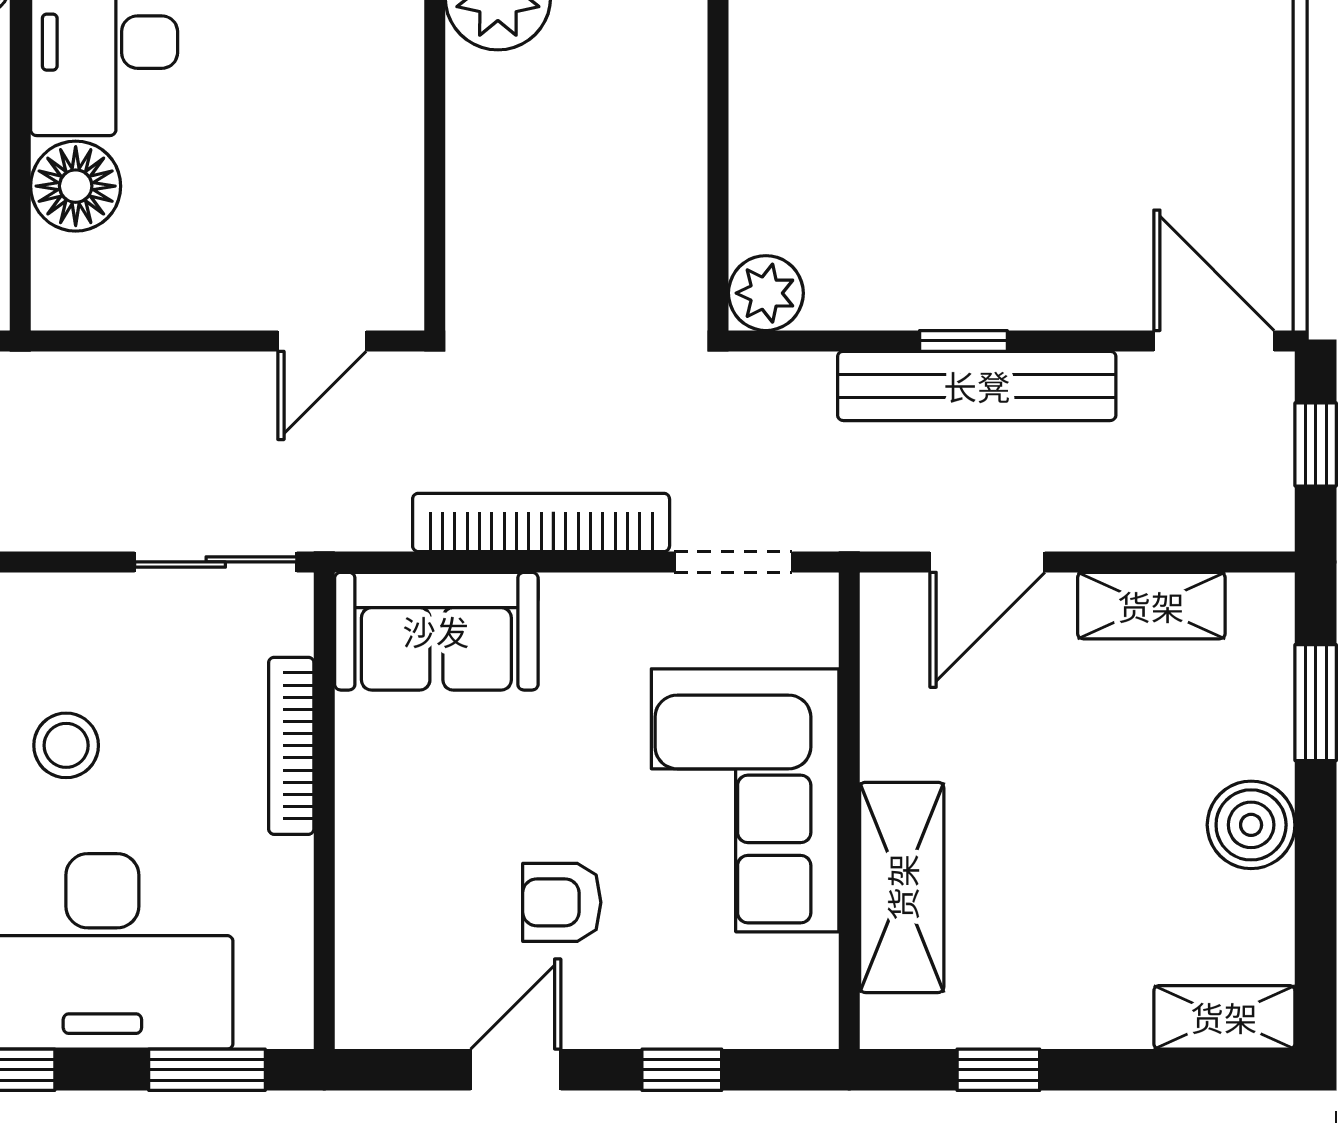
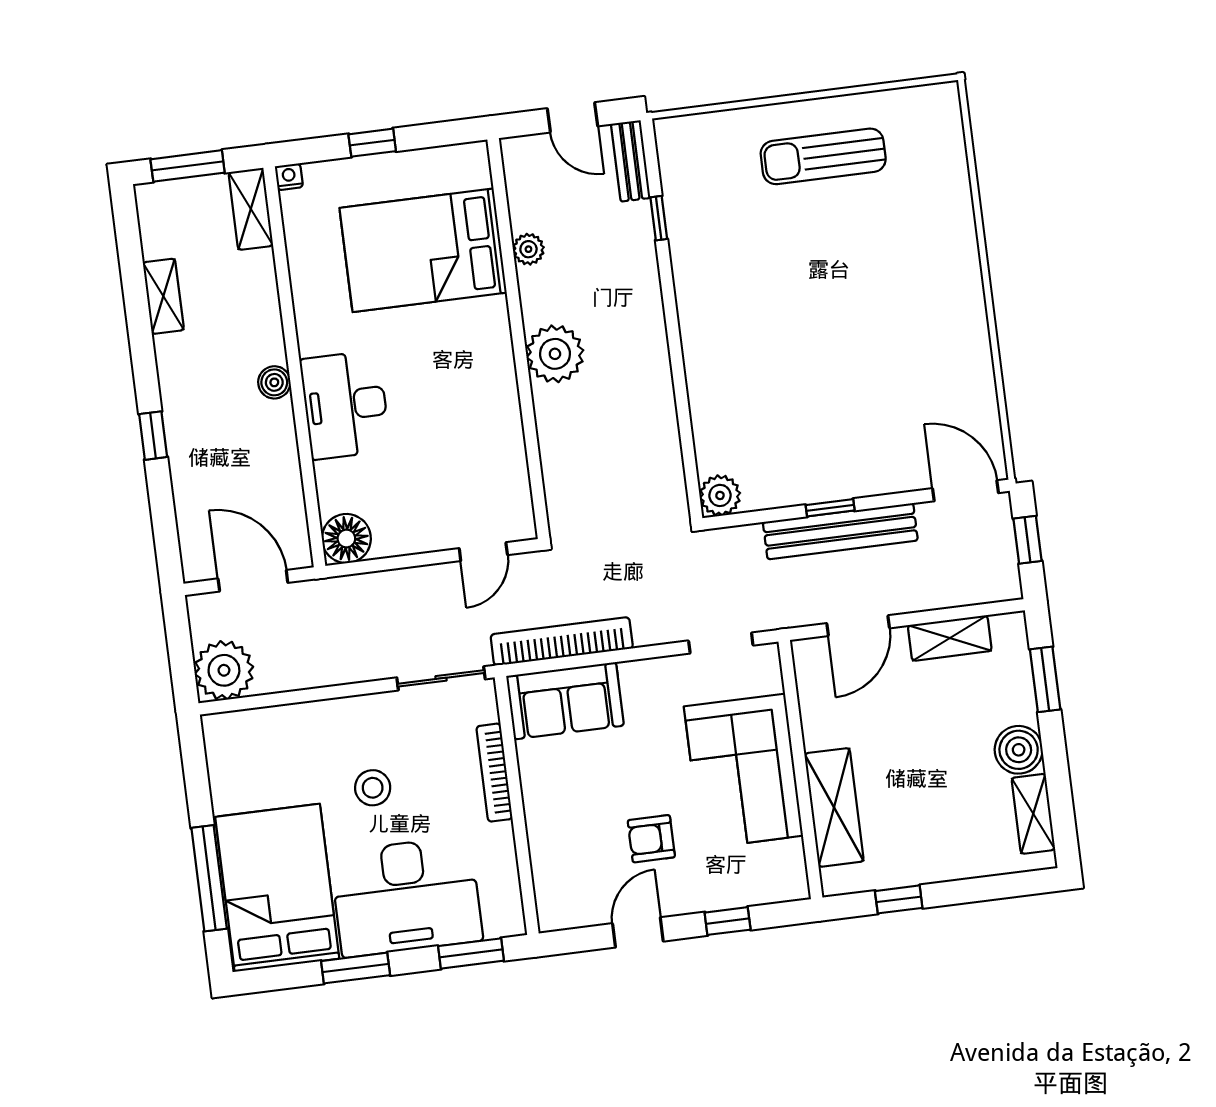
floor lamp: (76, 186) -> (346, 539), moved
bookcase: (541, 522) -> (562, 641), moved
shelving: (1224, 1017) -> (1033, 814), moved, turned 90

